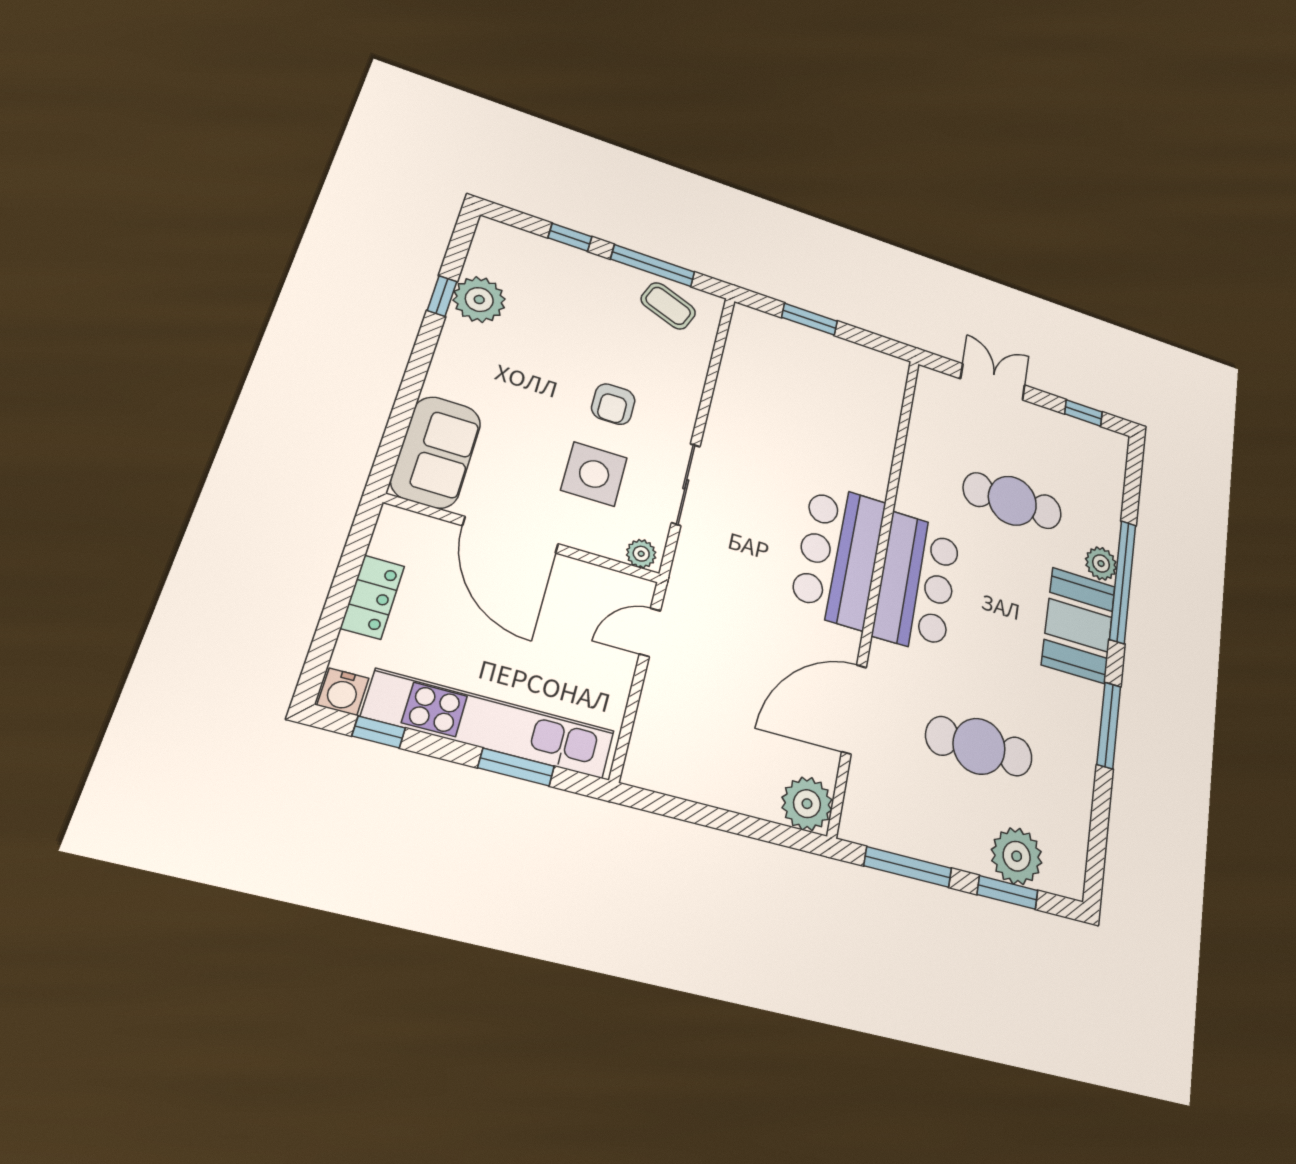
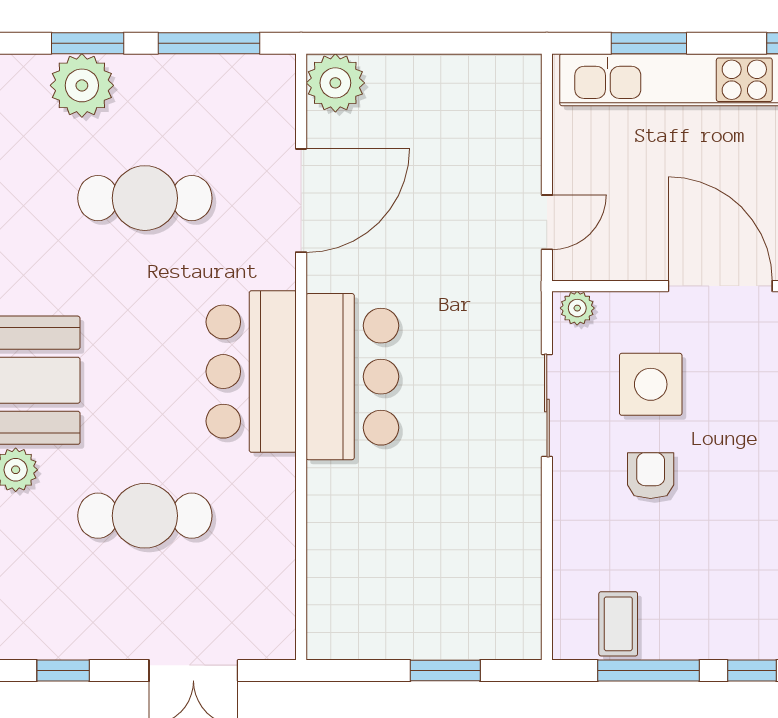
coffee table: (668, 306) -> (618, 624), turned 69

